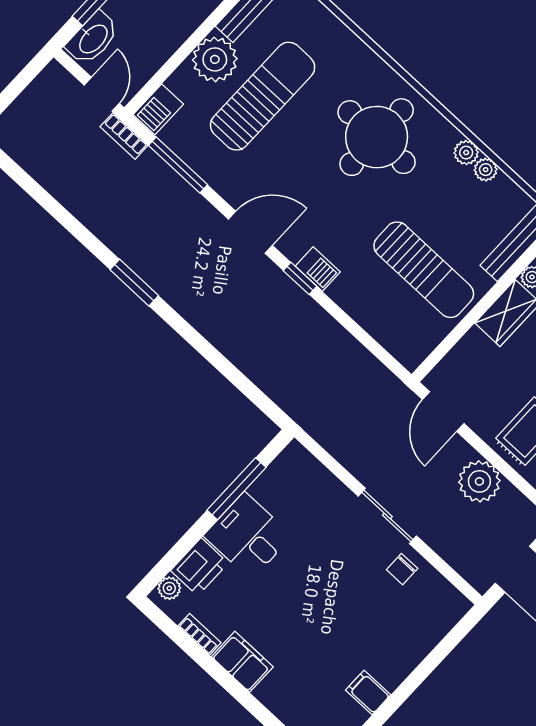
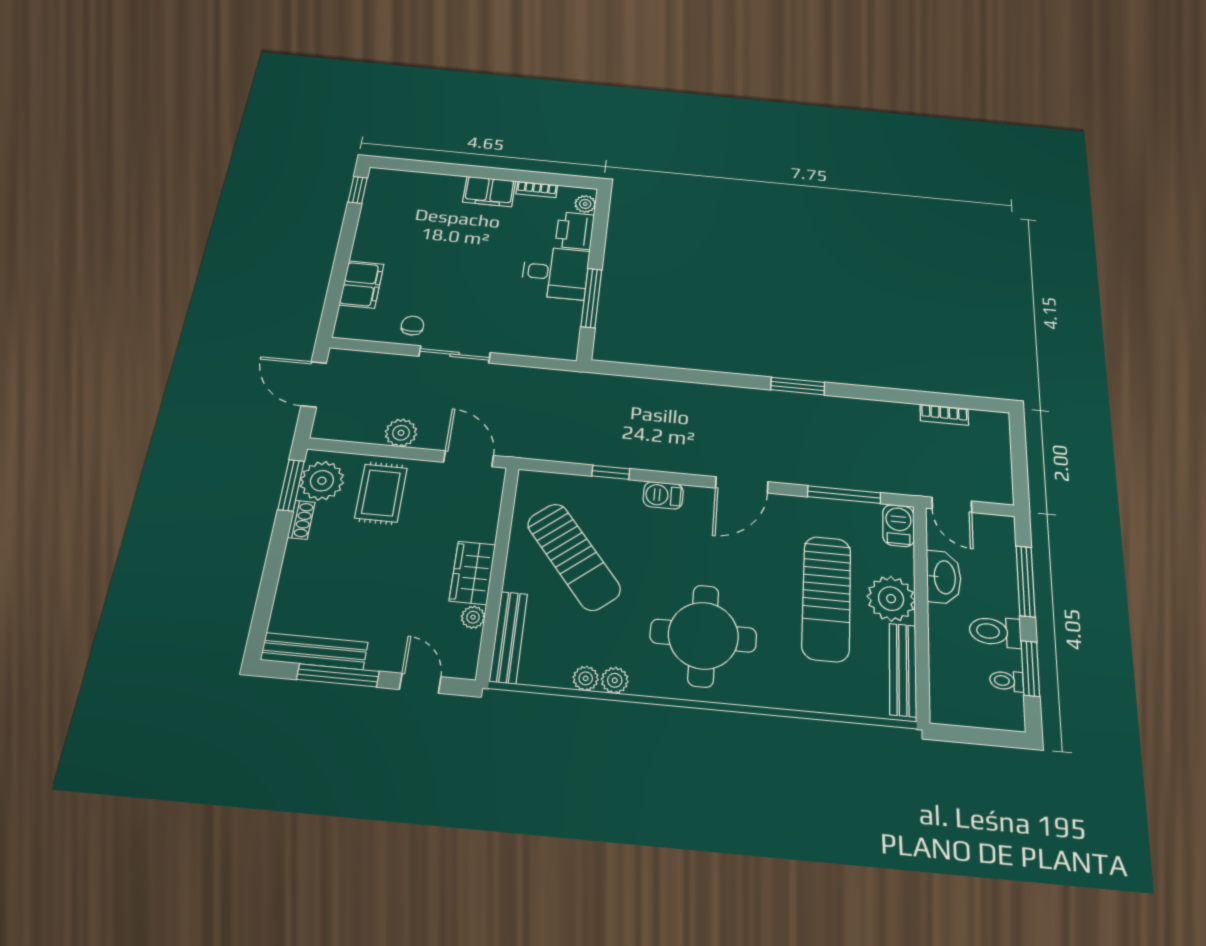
washbasin: (93, 38) -> (944, 577), moved, turned 180
bookcase: (124, 136) -> (944, 415), moved, turned 180
sun lounger: (424, 270) -> (574, 557), turned -129
window: (300, 278) -> (611, 472), moved
plant: (479, 481) -> (401, 433), width x0.73, depth x0.73
filing cabinet: (368, 692) -> (362, 284), moved, width x2.00

